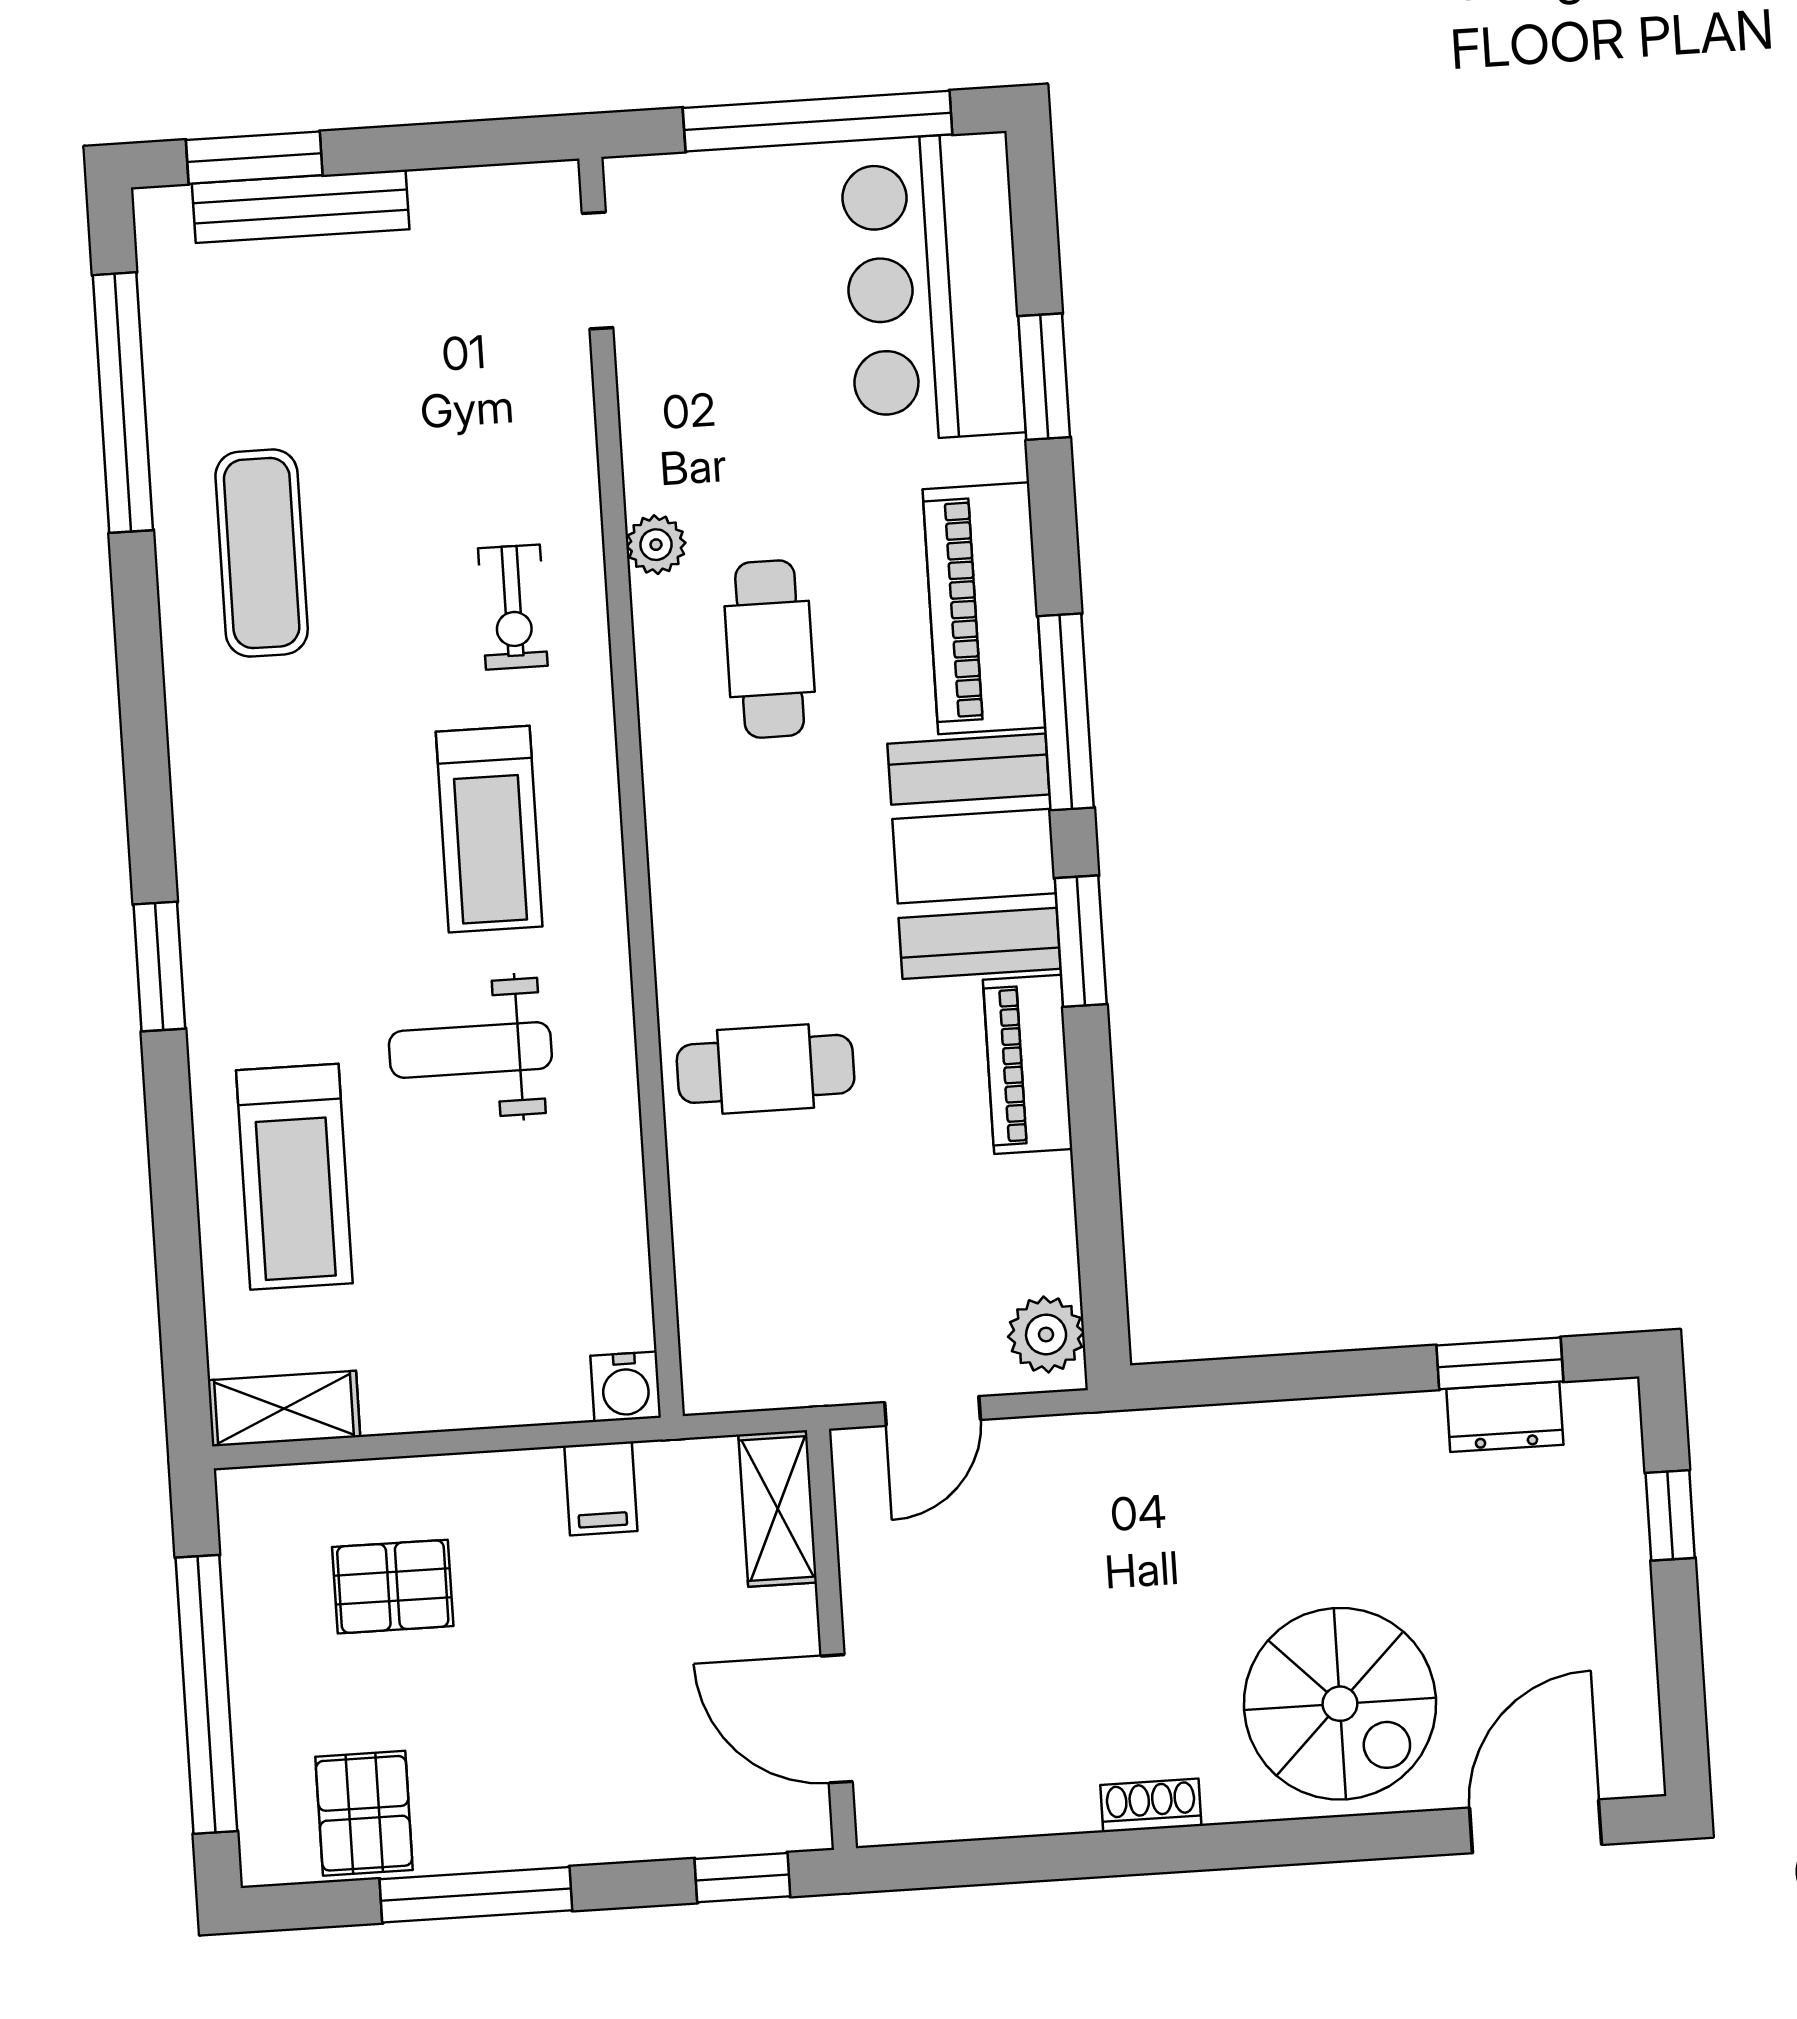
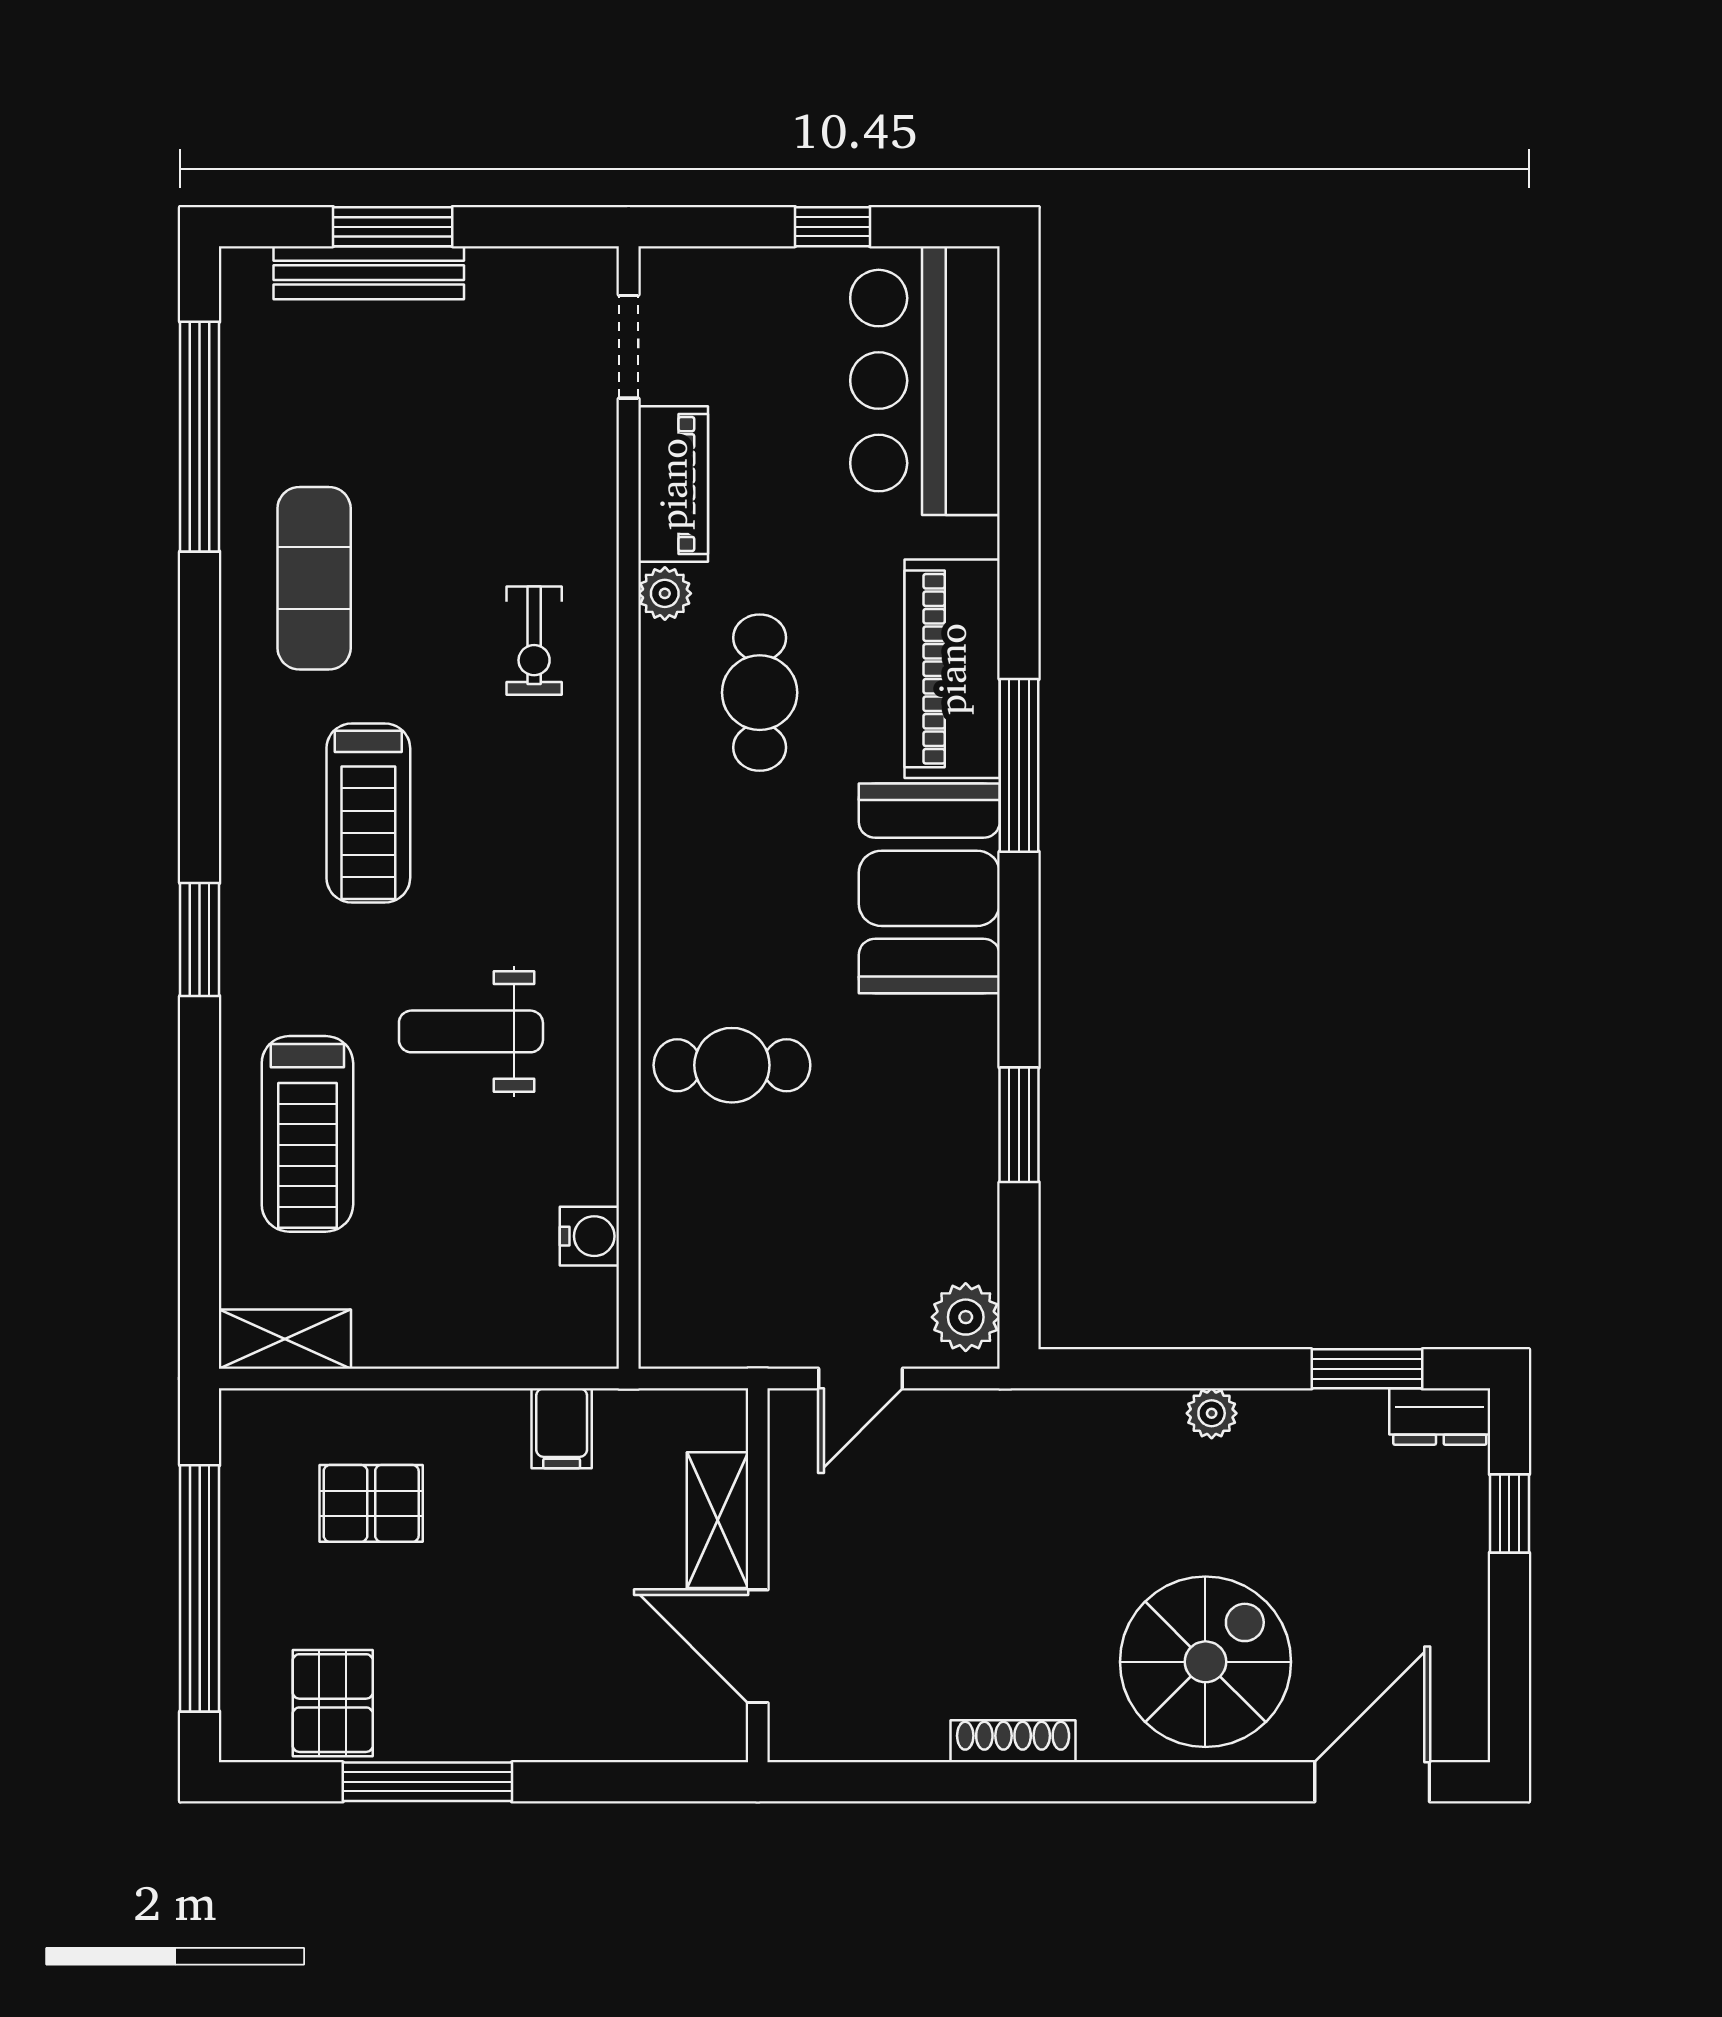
window: (818, 121) -> (833, 227), width x0.32
window: (254, 158) -> (393, 227), moved
window: (1044, 377) -> (1019, 467), removed
treadmill: (489, 829) -> (368, 813), moved
window: (1081, 941) -> (1019, 1125), moved
piano: (1028, 1064) -> (673, 484), moved, turned 180
water cooler: (626, 1387) -> (589, 1236), moved, turned -90
dresser: (1505, 1417) -> (1440, 1416), moved
plant: (1329, 1425) -> (1212, 1413), added
shelving: (778, 1509) -> (717, 1520), moved
spiral stairs: (1340, 1704) -> (1205, 1662), turned -90
shoe rack: (1151, 1805) -> (1013, 1741), width x1.43
window: (742, 1878) -> (665, 1782), removed

